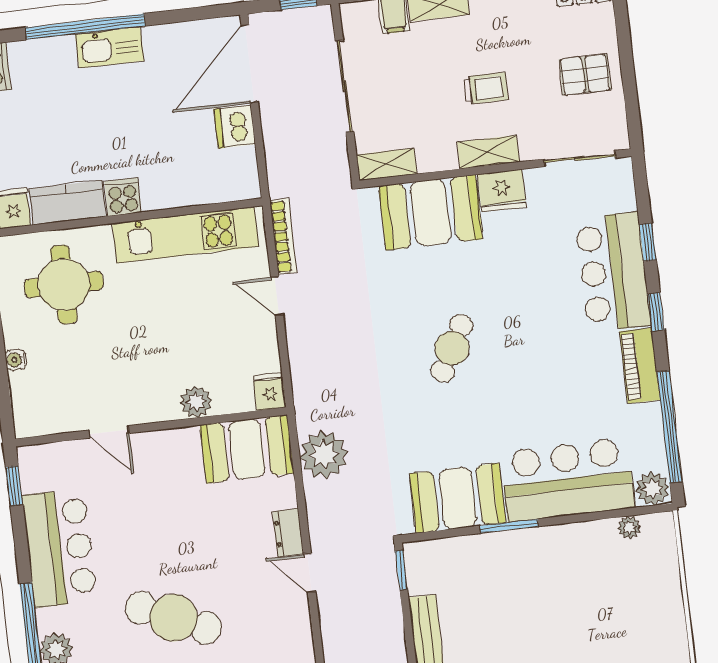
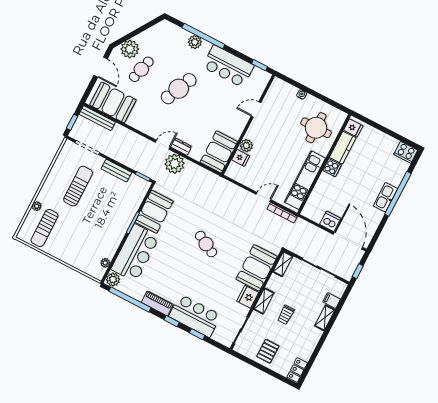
fridge: (270, 392) -> (241, 158), moved
plant: (324, 455) -> (175, 164), moved

